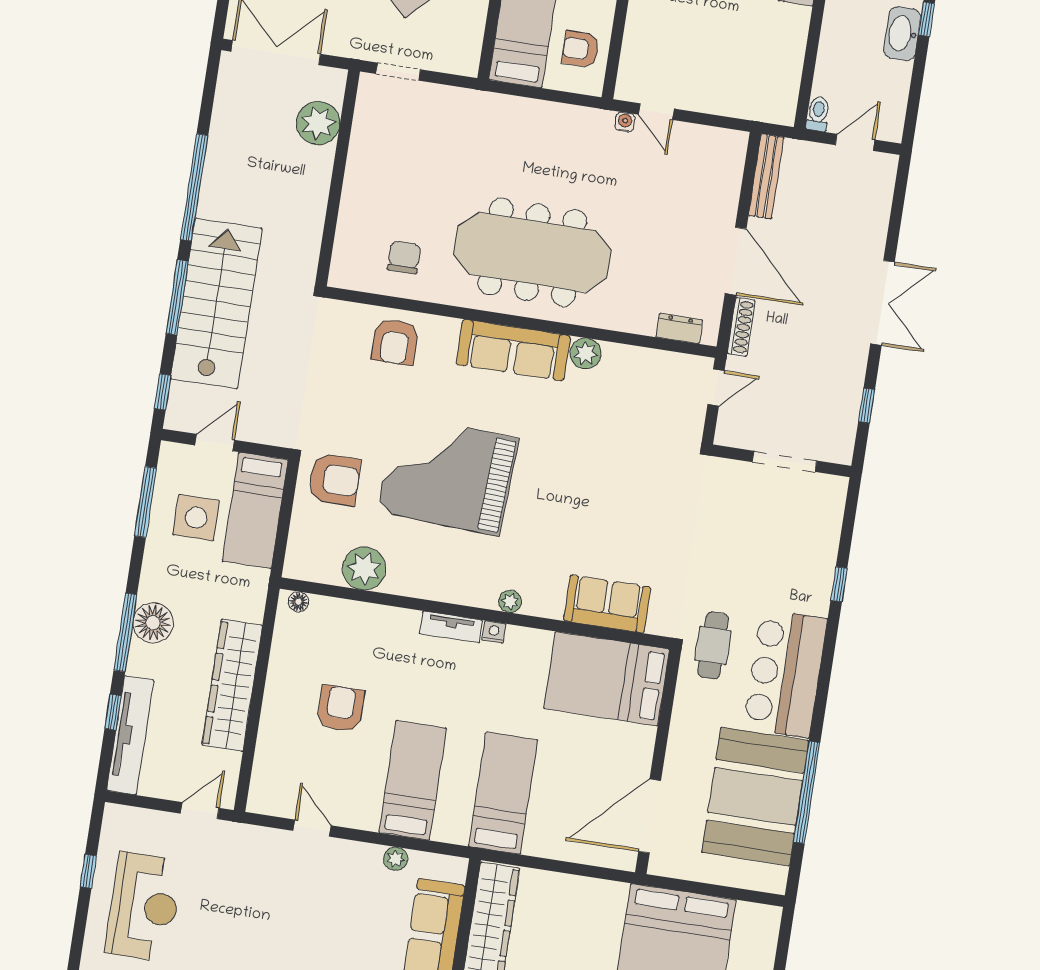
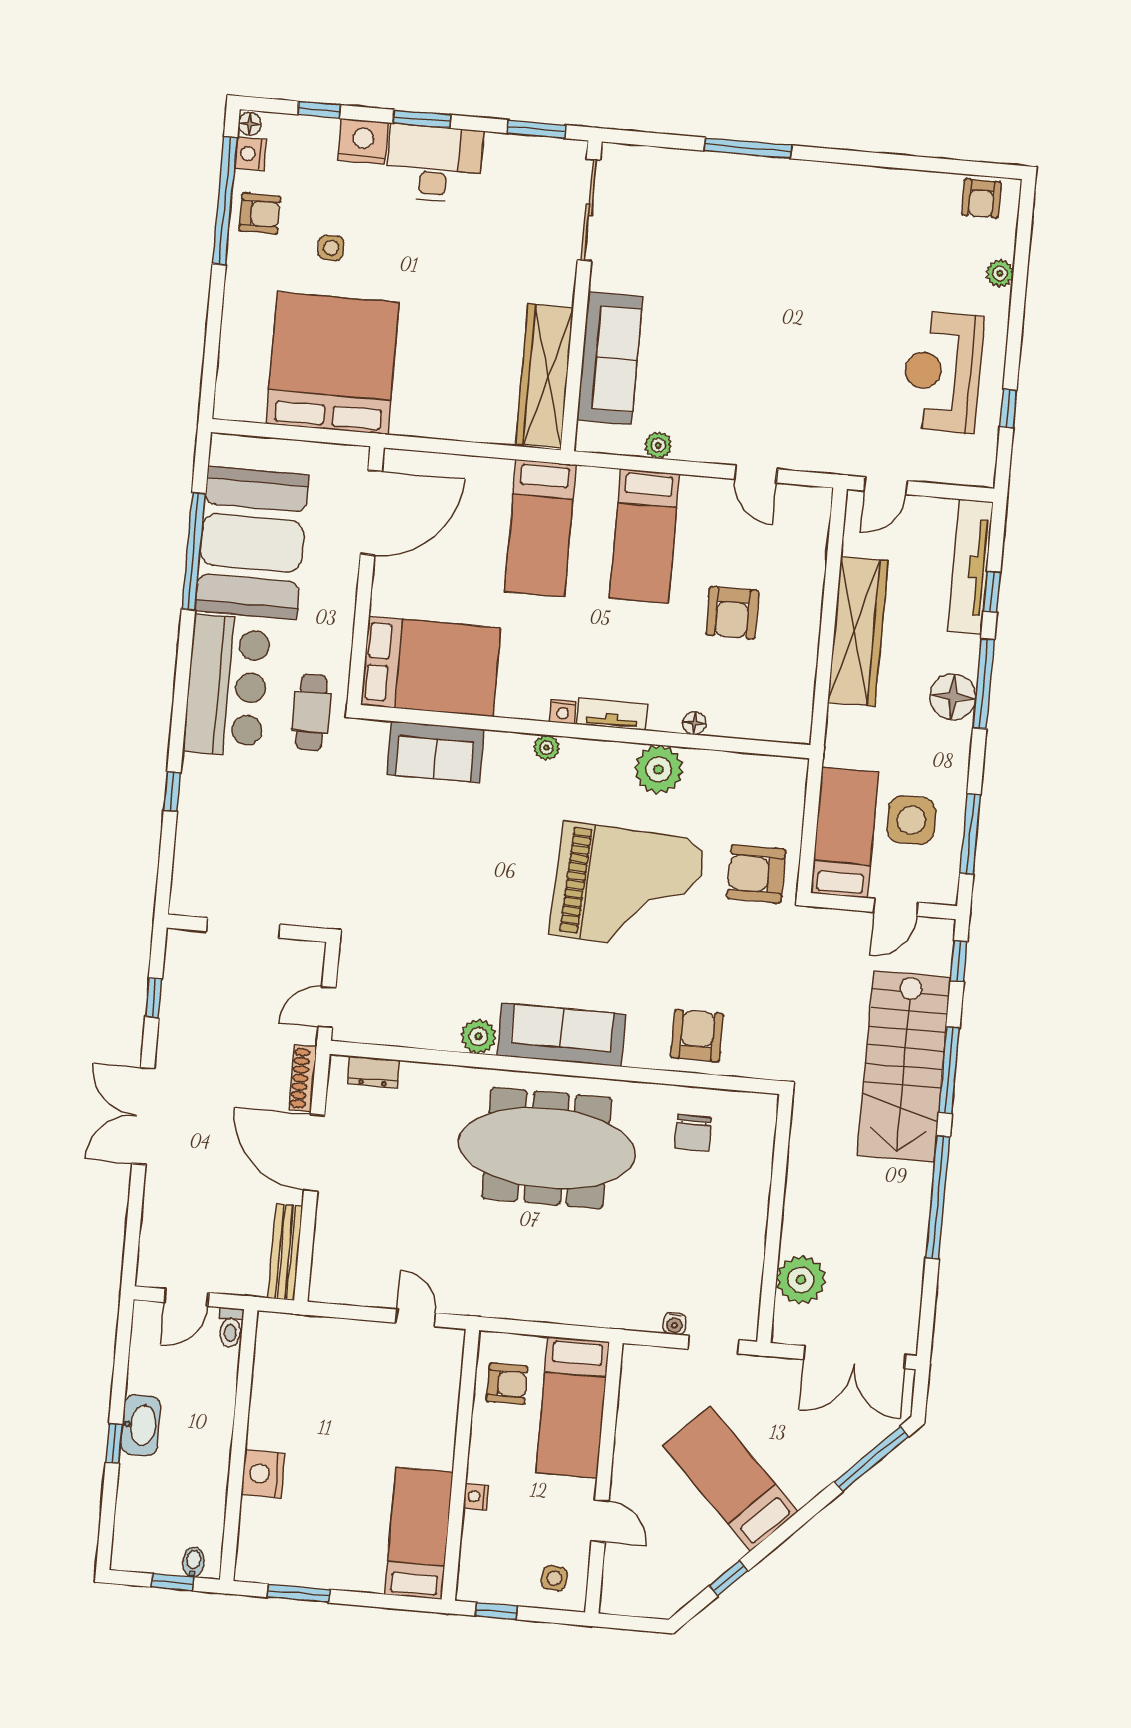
water cooler: (625, 122) -> (675, 1324), moved
plant: (364, 568) -> (659, 769), moved
floor lamp: (298, 602) -> (694, 723), moved

